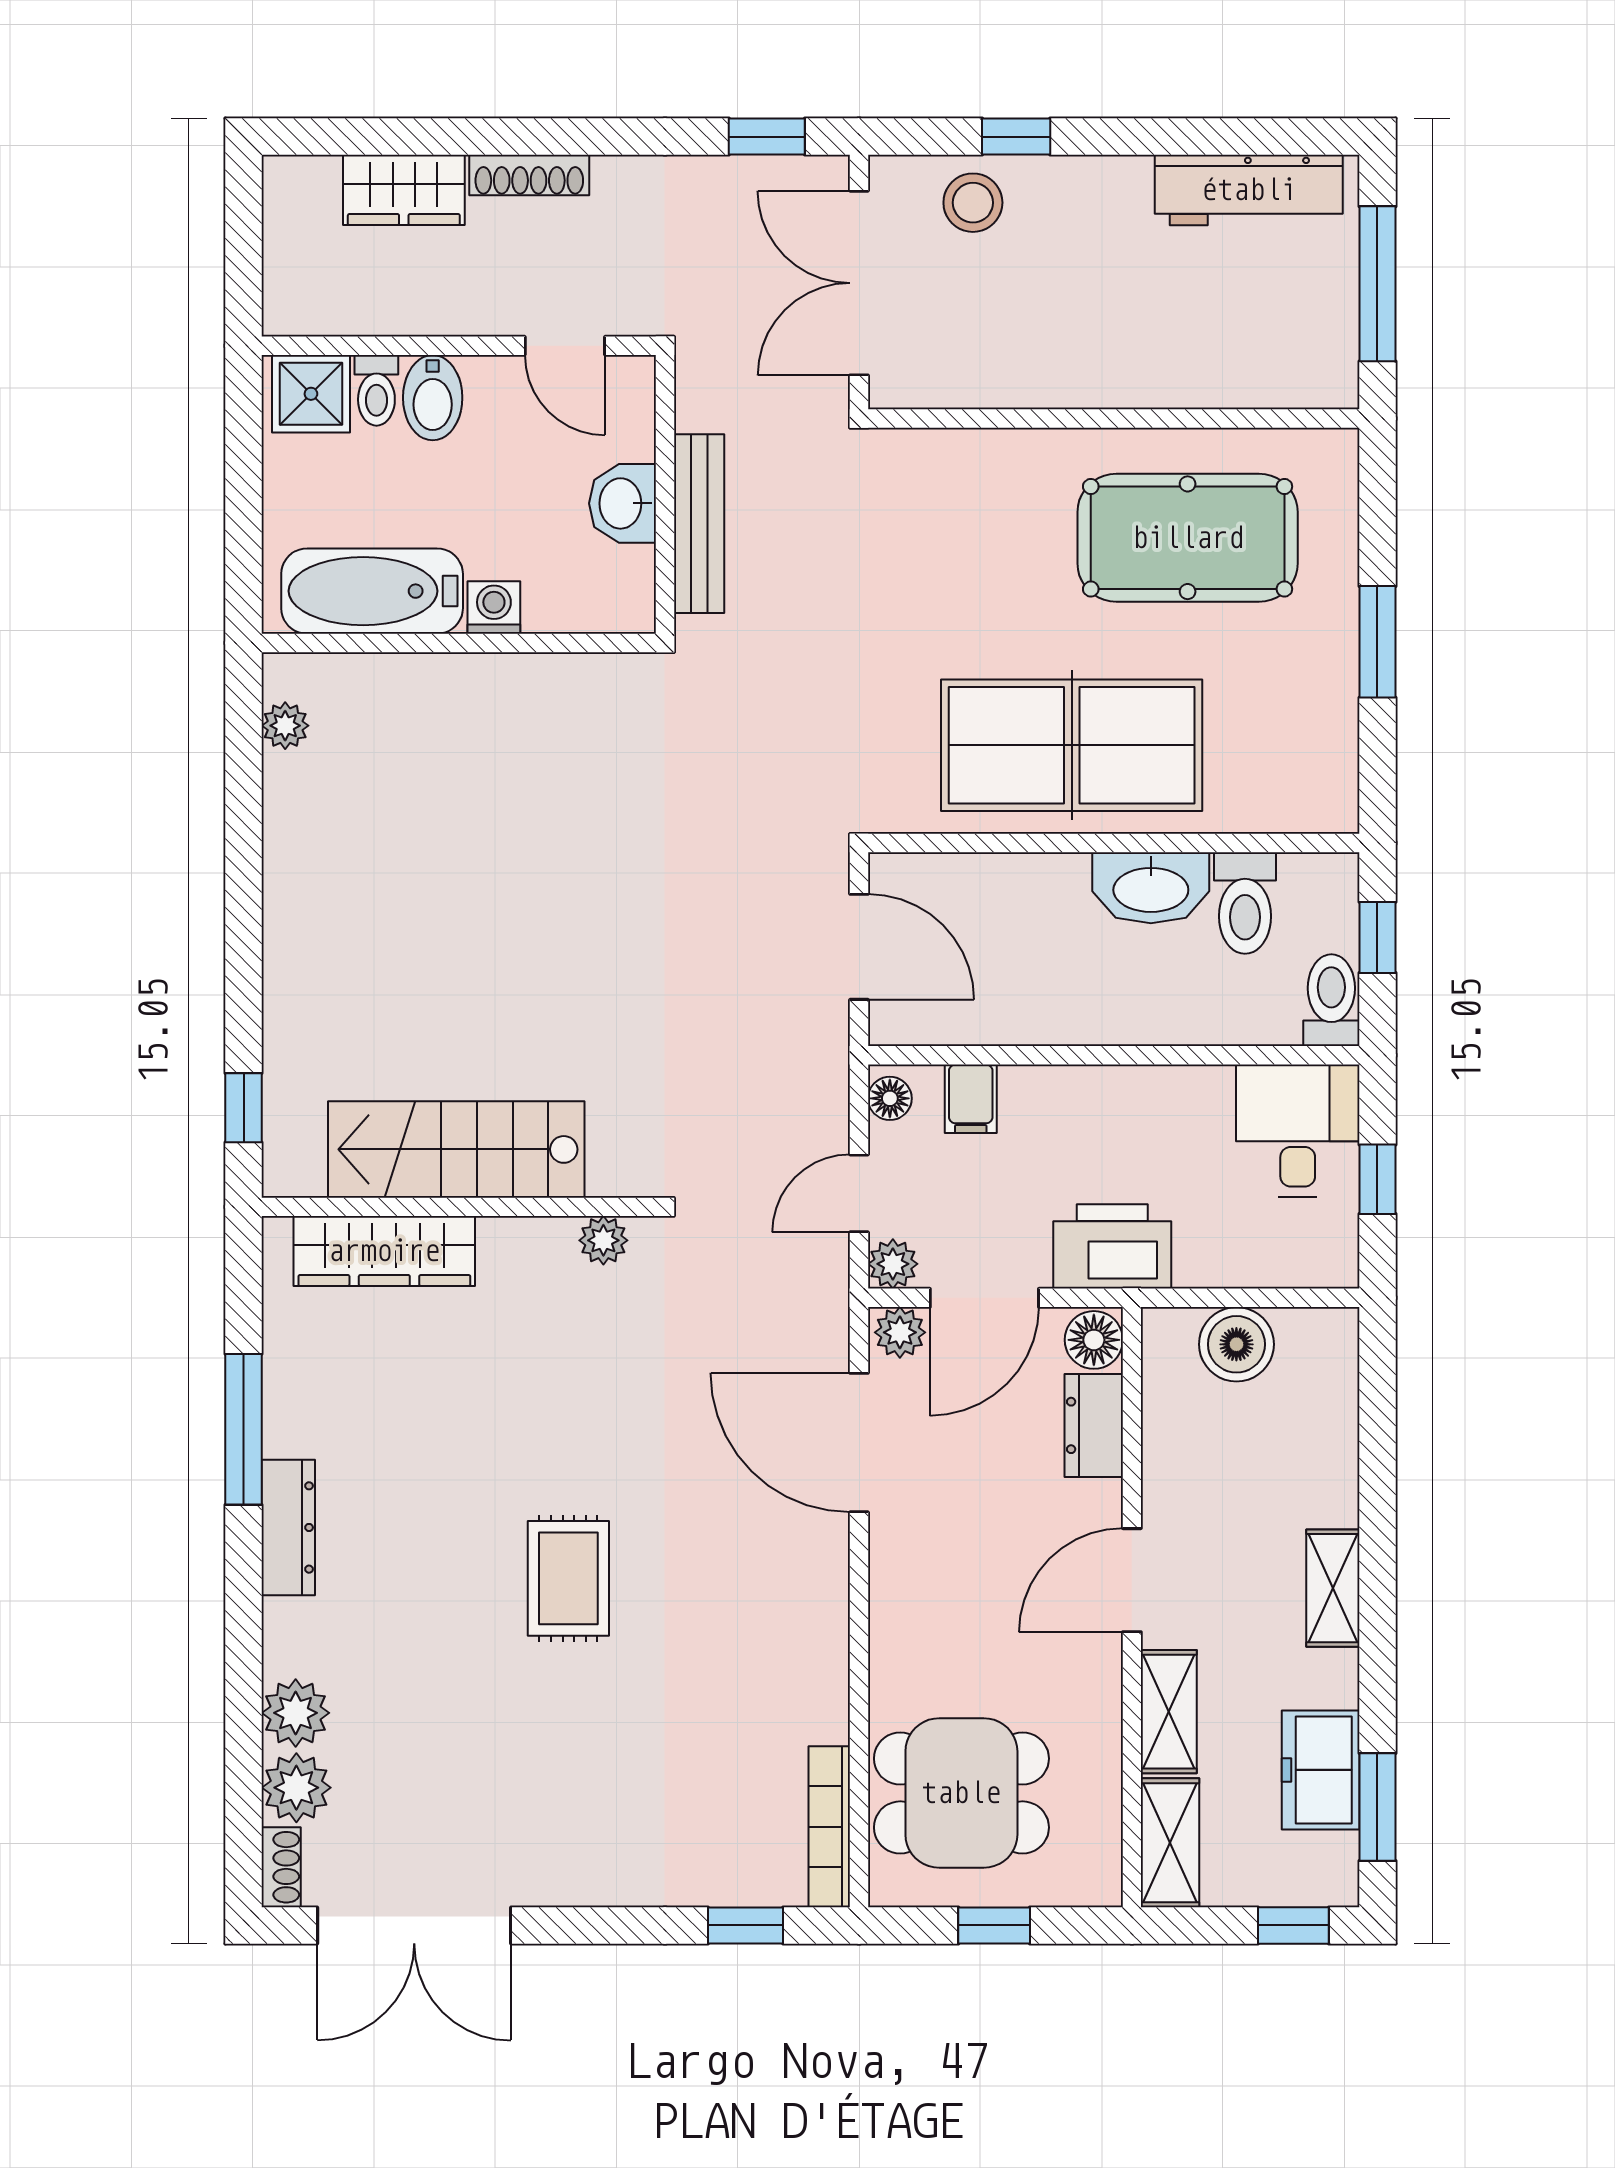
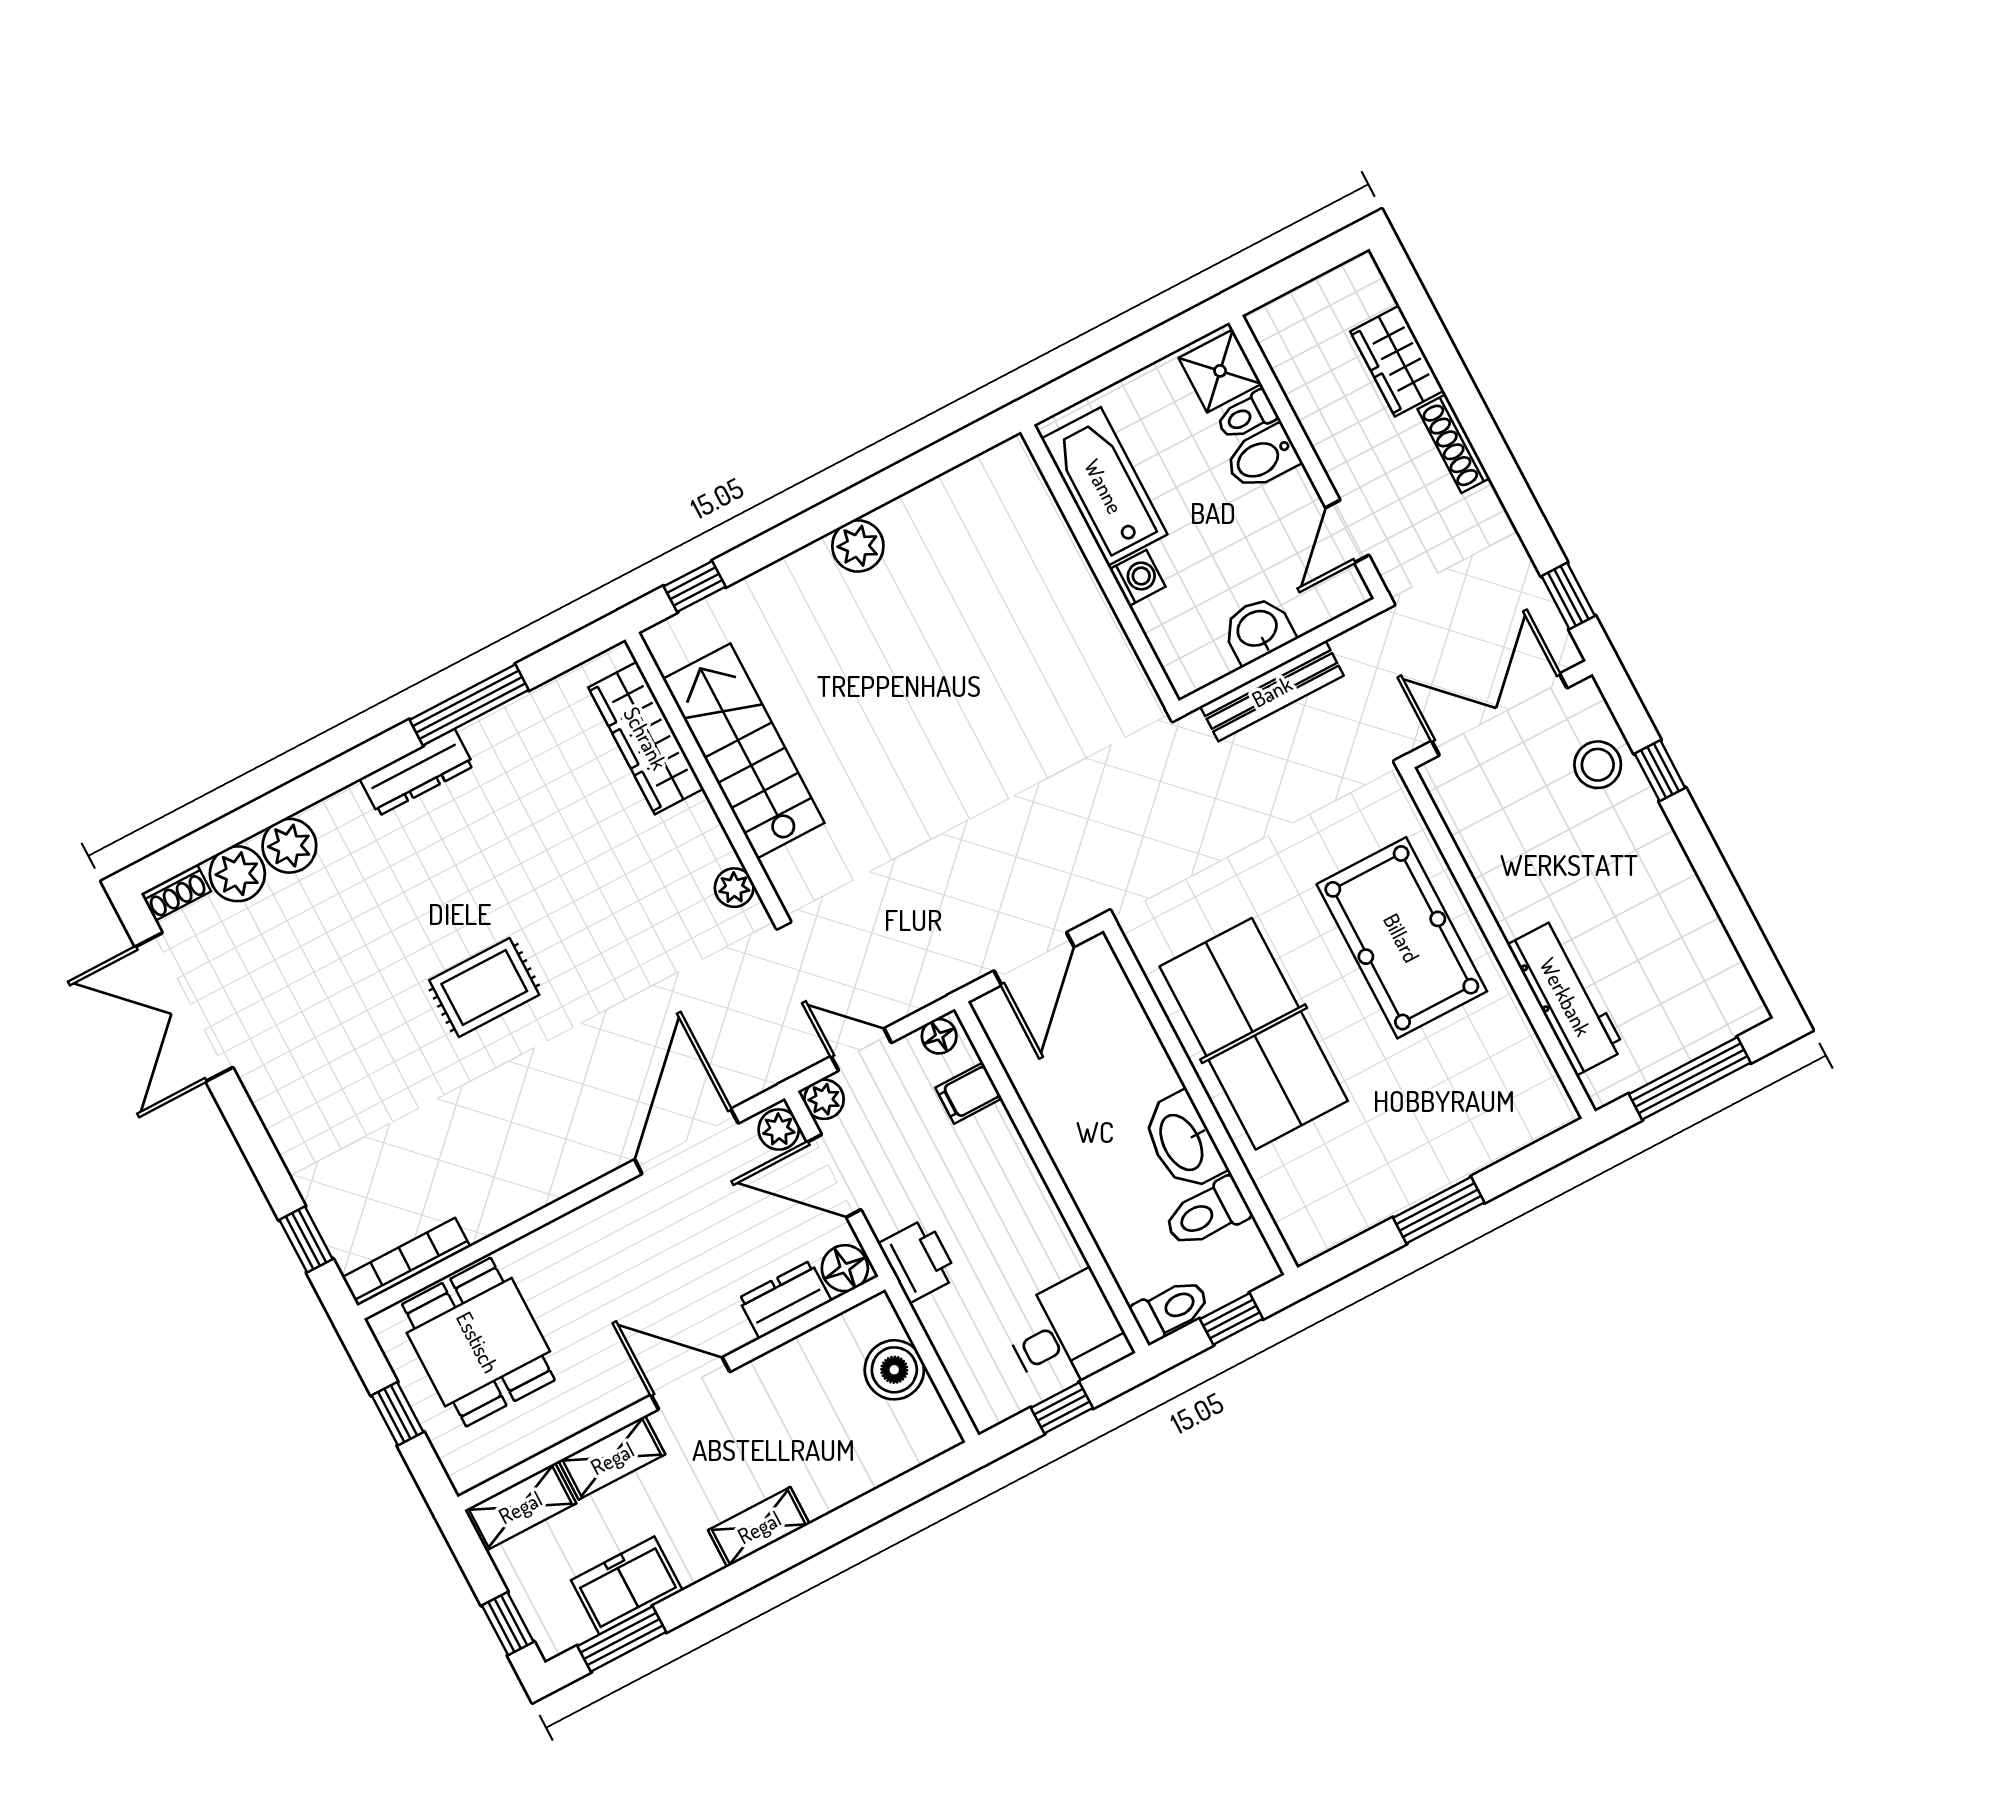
workbench: (1249, 190) -> (1566, 997), moved, turned 180
pool table: (1188, 538) -> (1402, 938), moved
plant: (285, 726) -> (858, 546), moved, width x1.38, depth x1.38
printer: (1112, 1246) -> (918, 1260), width x0.73, depth x0.84

